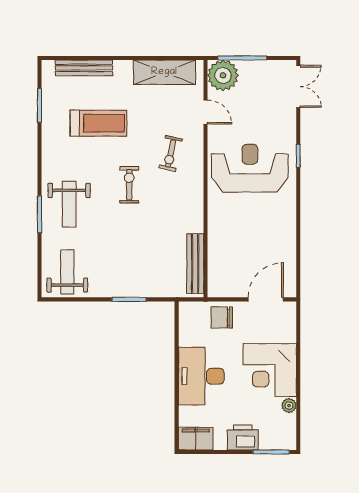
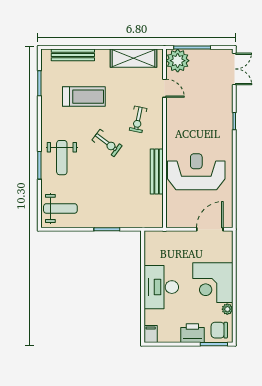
reception desk: (250, 168) -> (196, 172), moved
exercise bike: (129, 185) -> (107, 143), turned 127
bench: (195, 264) -> (157, 171), moved
weight bench: (67, 272) -> (60, 208), turned 90
chair: (222, 317) -> (219, 330), moved
filing cabinet: (196, 439) -> (151, 334), width x0.50

